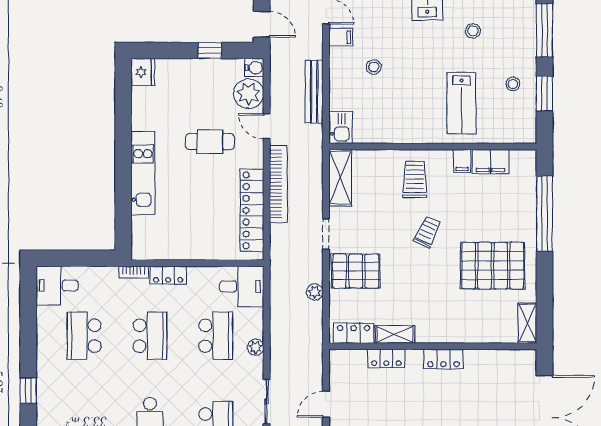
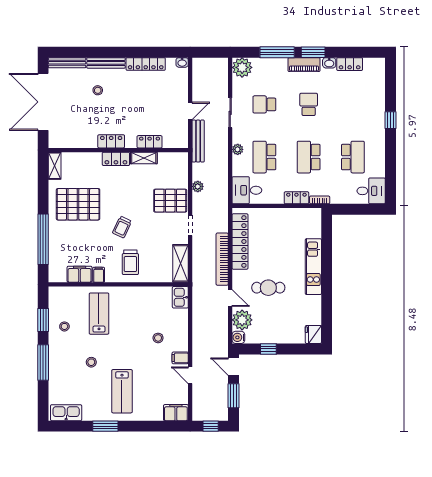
bench: (314, 92) -> (198, 141), moved
locker: (354, 333) -> (116, 159), moved

